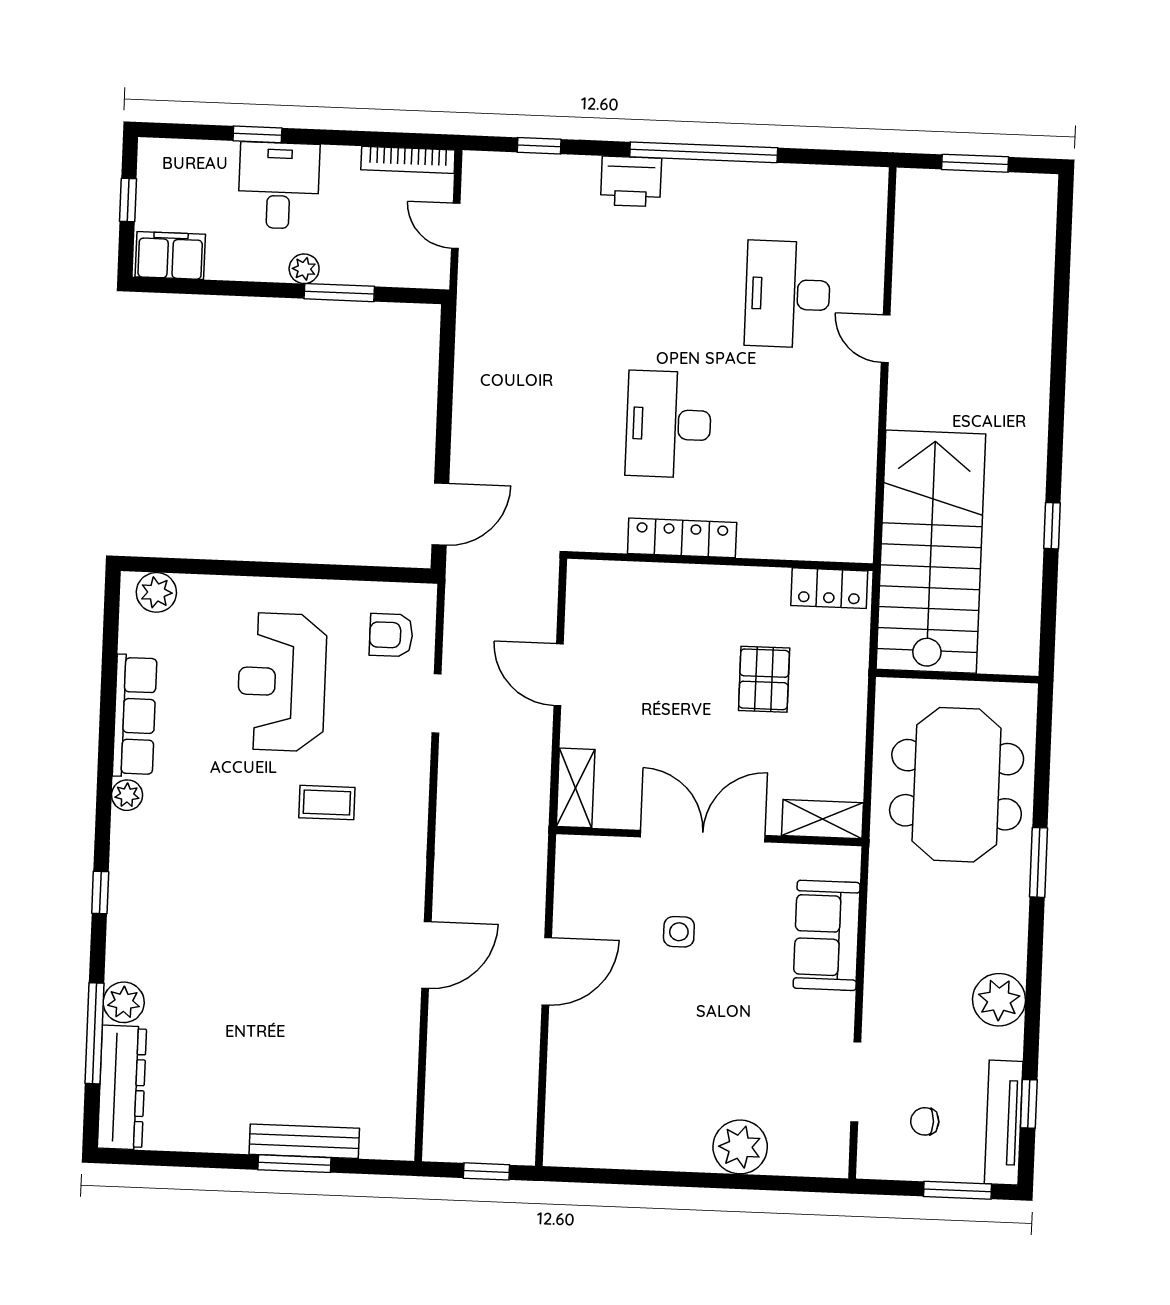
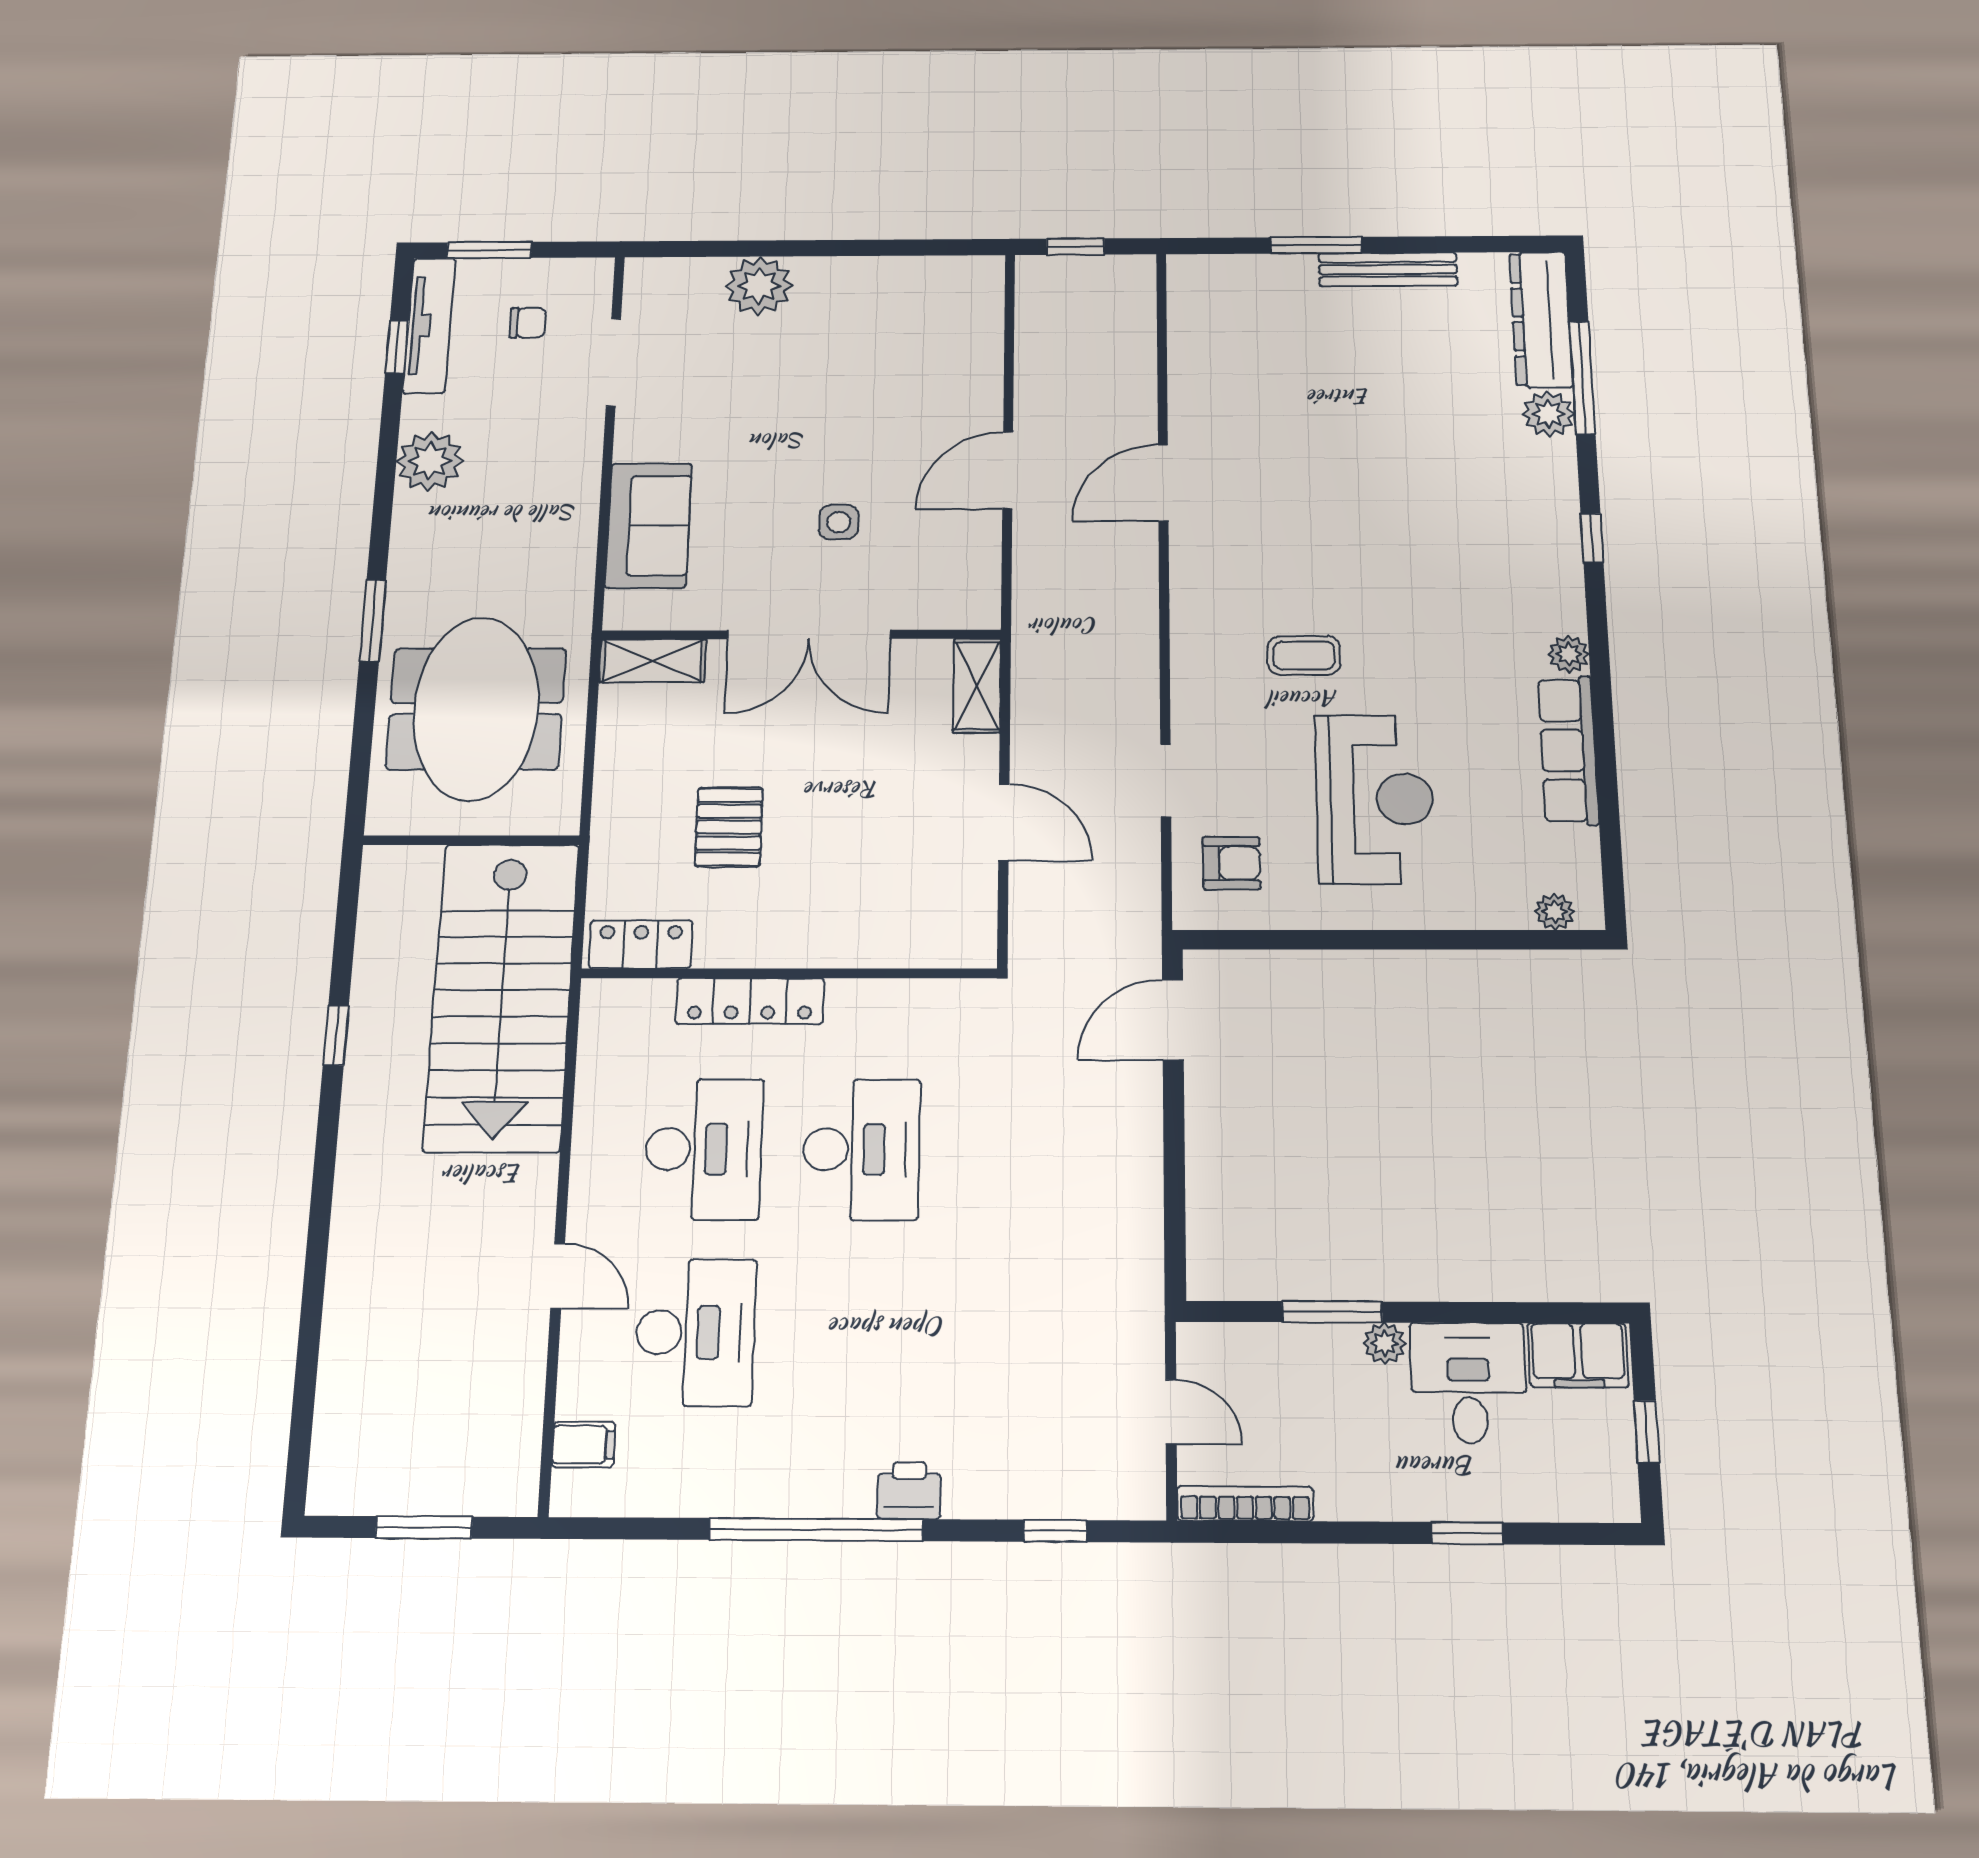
printer: (631, 181) -> (909, 1491), width x0.73, depth x0.81
desk: (279, 186) -> (1469, 1383), moved, turned 180
filing cabinet: (865, 217) -> (583, 1445), added
desk: (782, 429) -> (704, 1149), added
locker: (682, 538) -> (750, 1001), moved
plant: (156, 592) -> (1555, 912), width x0.73, depth x0.73
bench: (304, 1141) -> (1388, 269), moved

